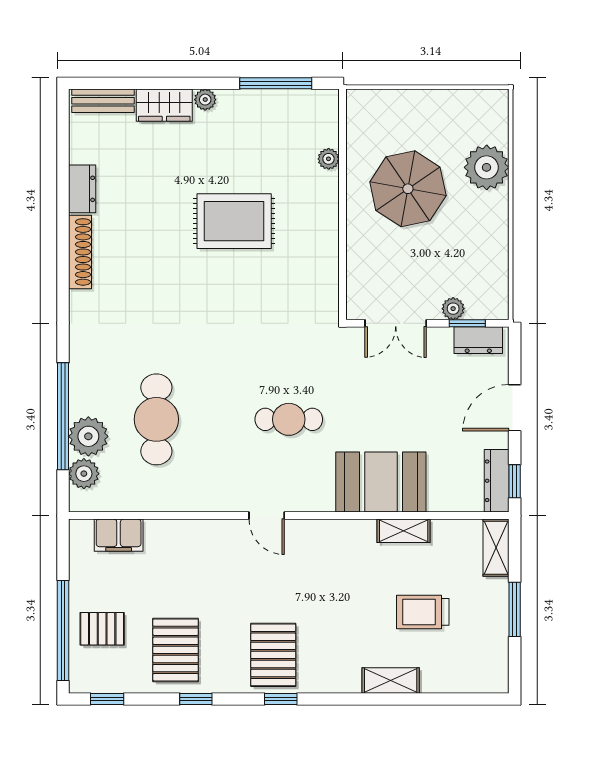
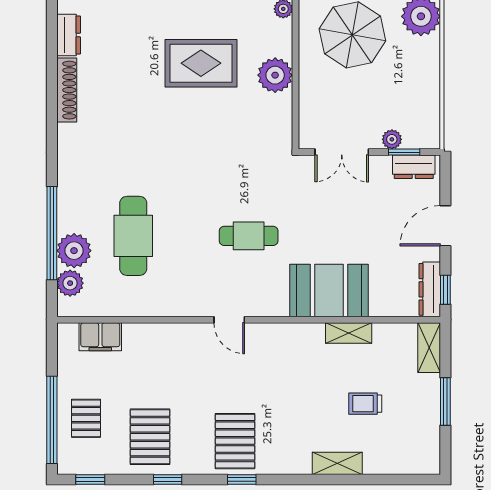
plant: (319, 235) -> (275, 75), added
trolley: (423, 612) -> (365, 404), width x0.73, depth x0.72
pallet: (102, 629) -> (86, 418), turned 90

